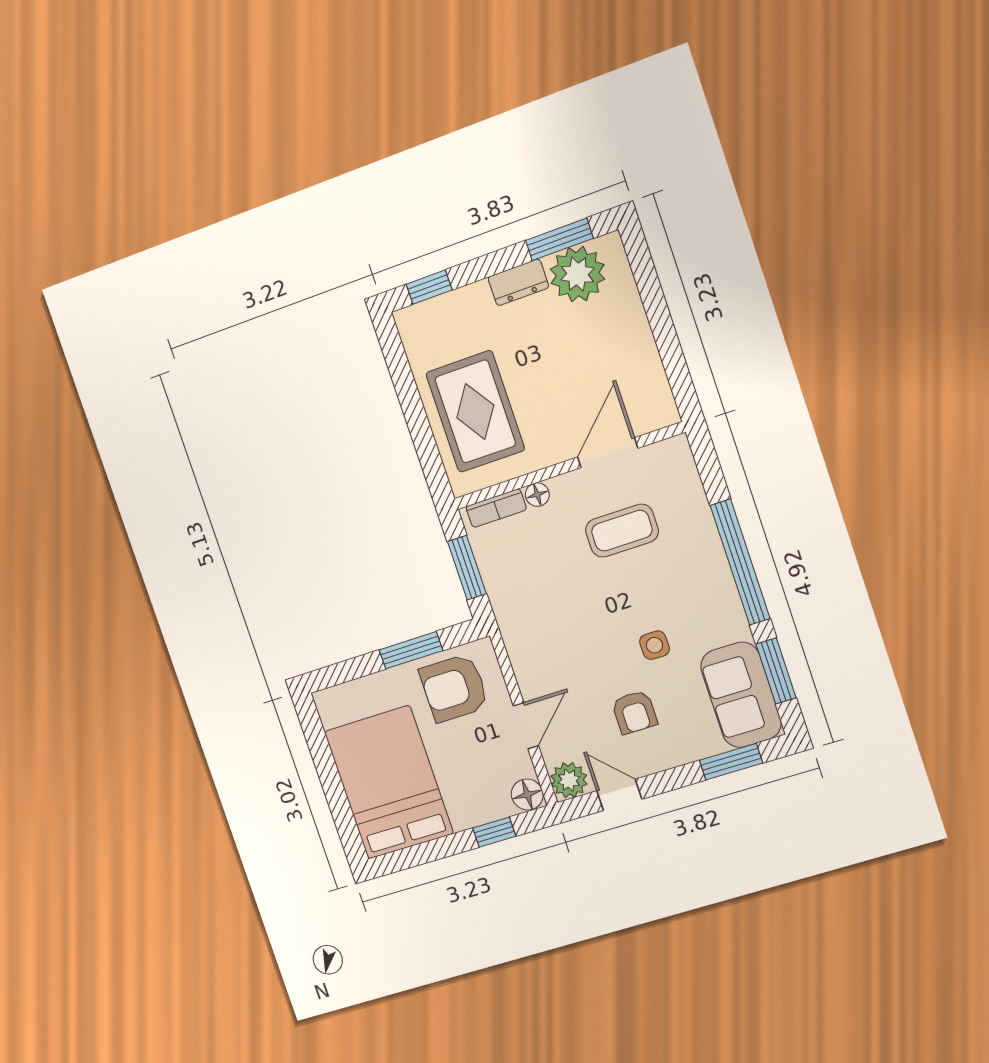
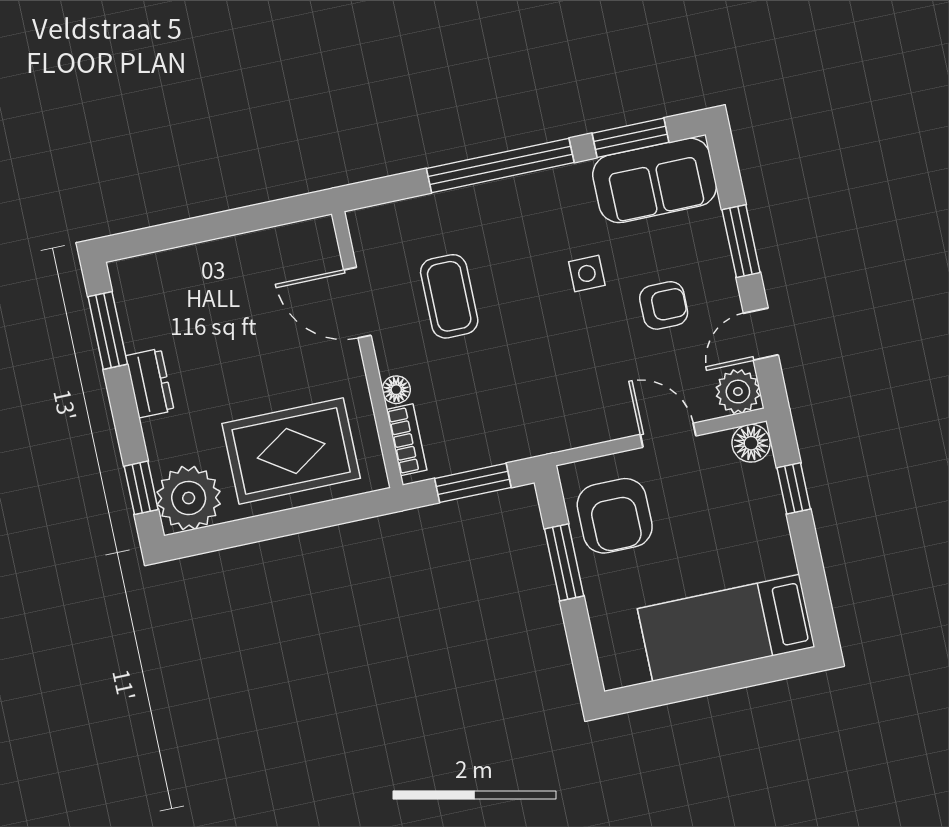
plant: (577, 274) -> (189, 498), moved
window: (731, 762) -> (741, 241), moved
bed: (389, 782) -> (726, 628), width x0.67

